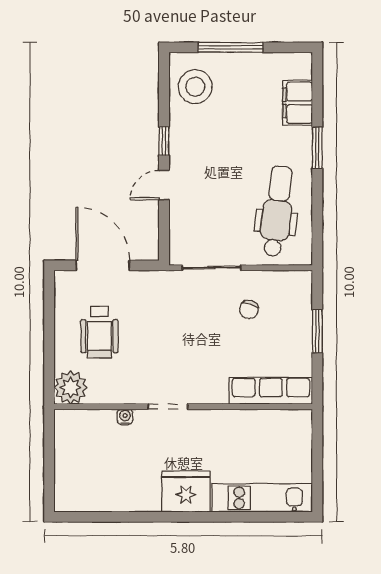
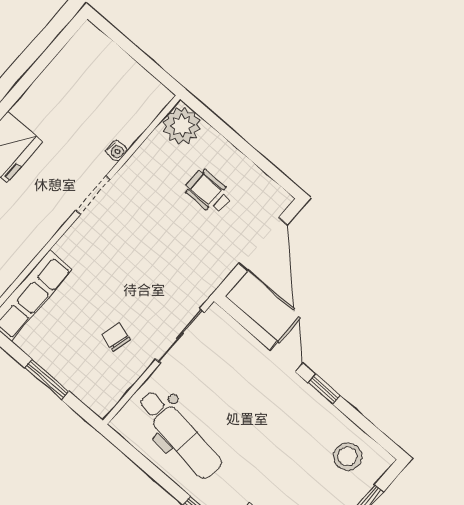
stool: (195, 87) -> (348, 457), width x0.73, depth x0.73
door: (103, 265) -> (263, 244), hinge flipped
wheelchair: (99, 332) -> (208, 192), width x0.73, depth x0.73

